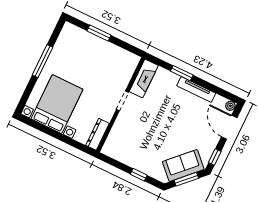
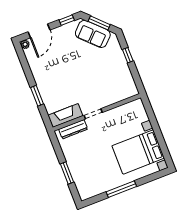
tv unit: (196, 89) -> (38, 76), removed
dresser: (97, 134) -> (73, 129), moved

